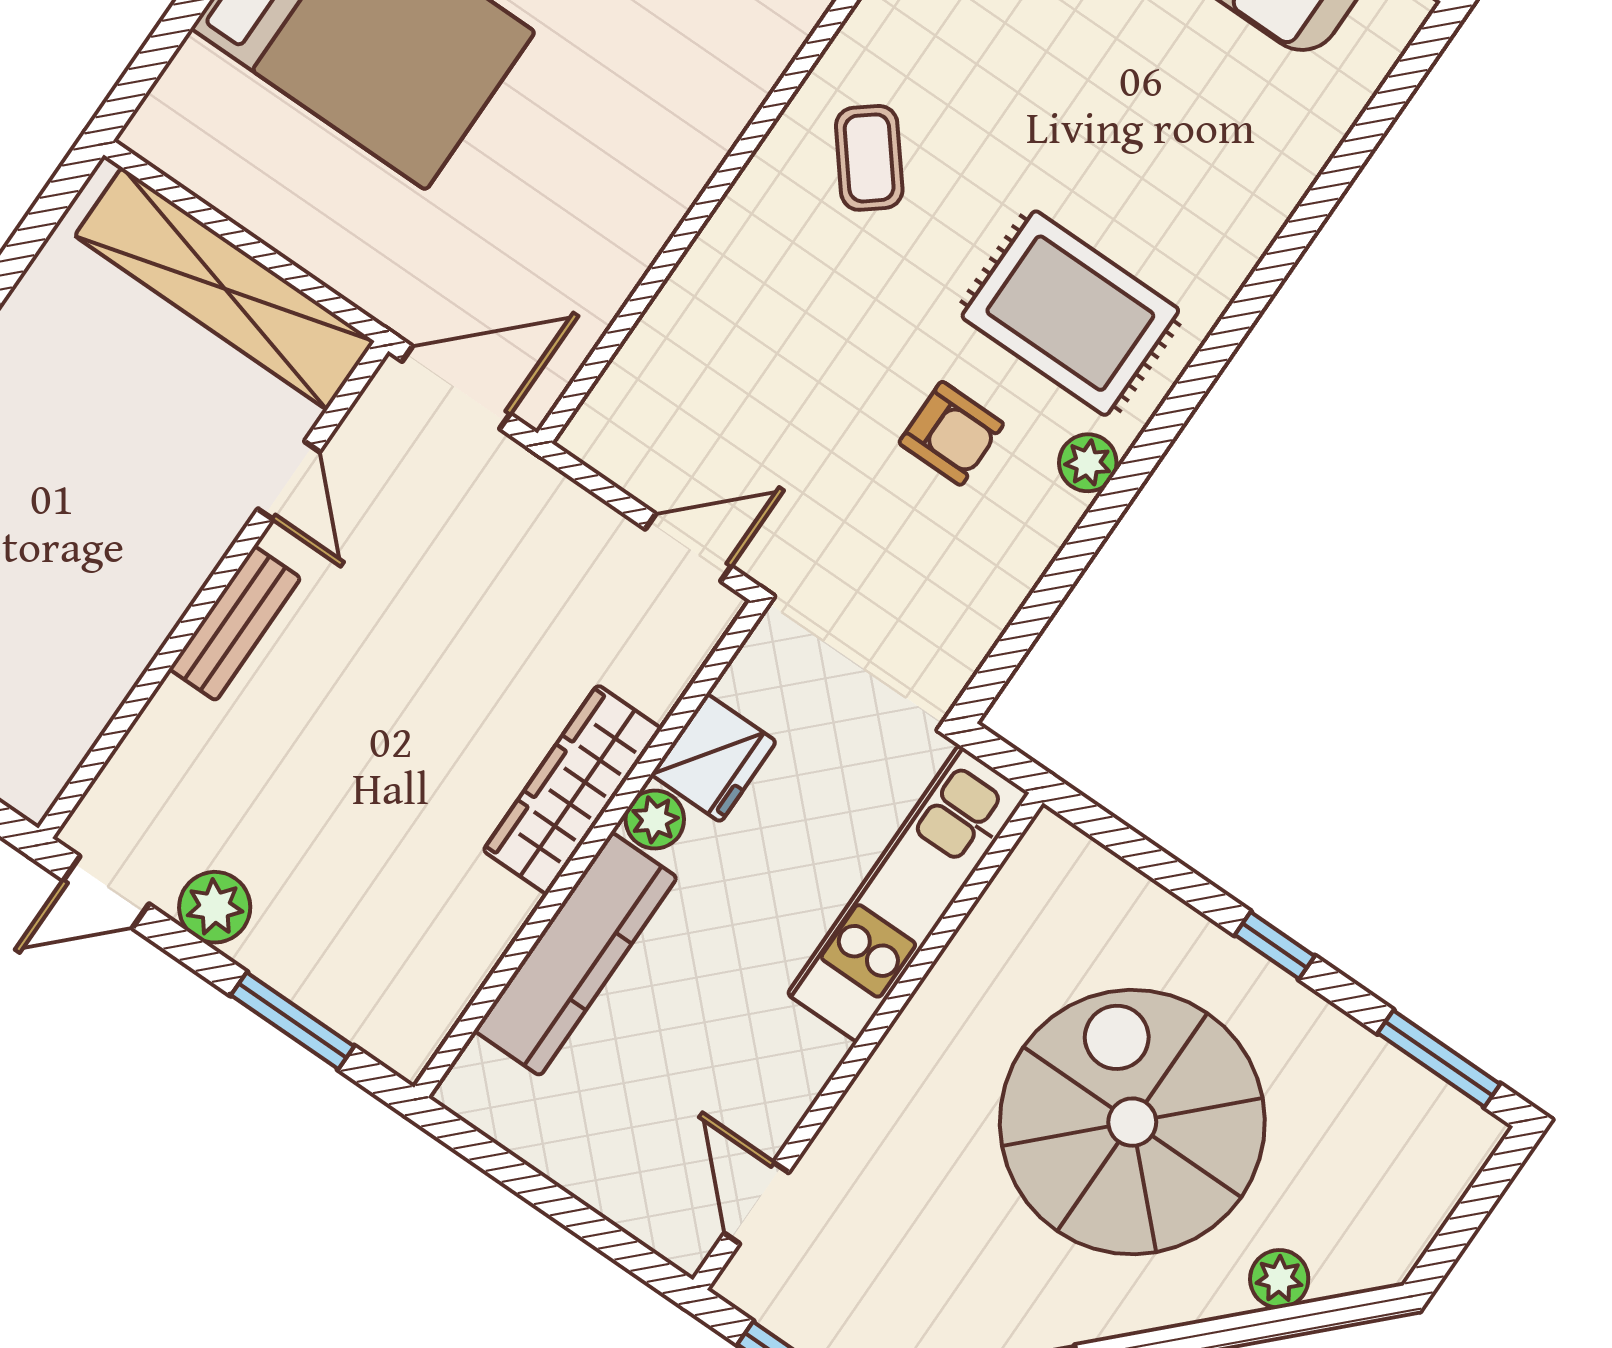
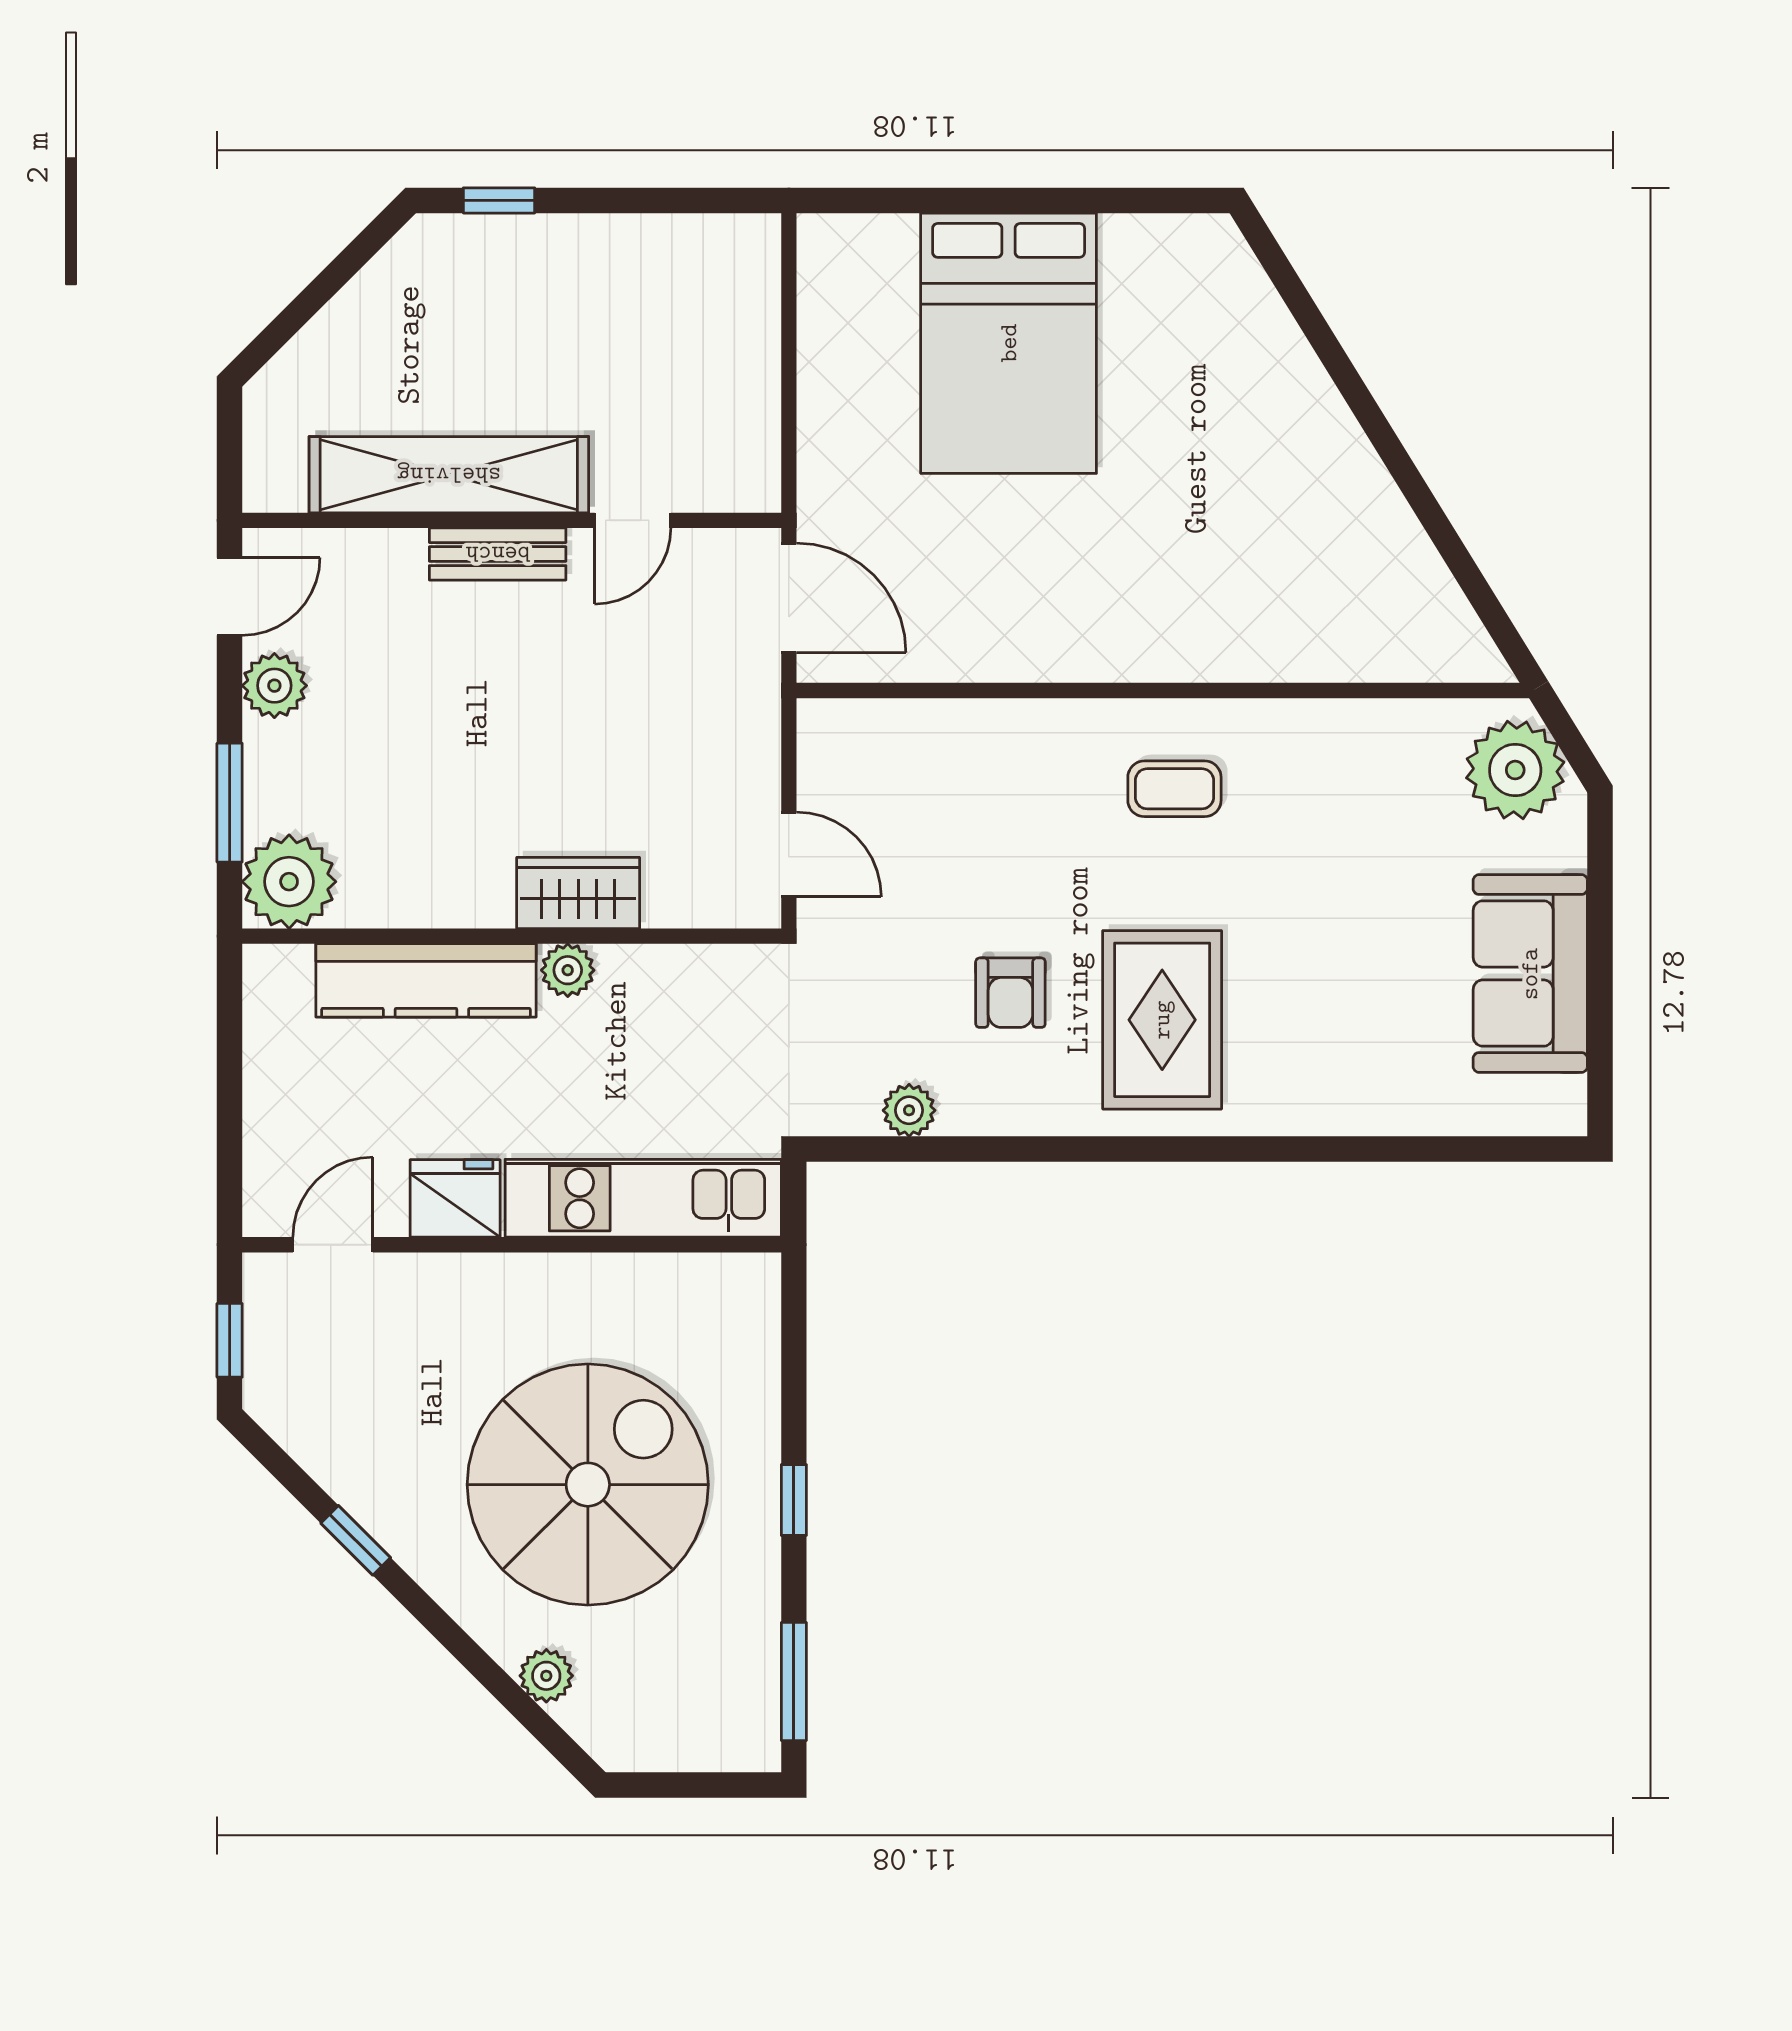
coffee table: (869, 158) -> (1174, 789), turned 39
shelving: (224, 289) -> (449, 475), moved, turned 90
plant: (1088, 463) -> (909, 1110), moved
fridge: (714, 758) -> (455, 1198), moved, turned 180
wardrobe: (572, 790) -> (578, 893), width x0.67
door: (106, 892) -> (230, 596), swing flipped
plant: (401, 1016) -> (289, 882), added

